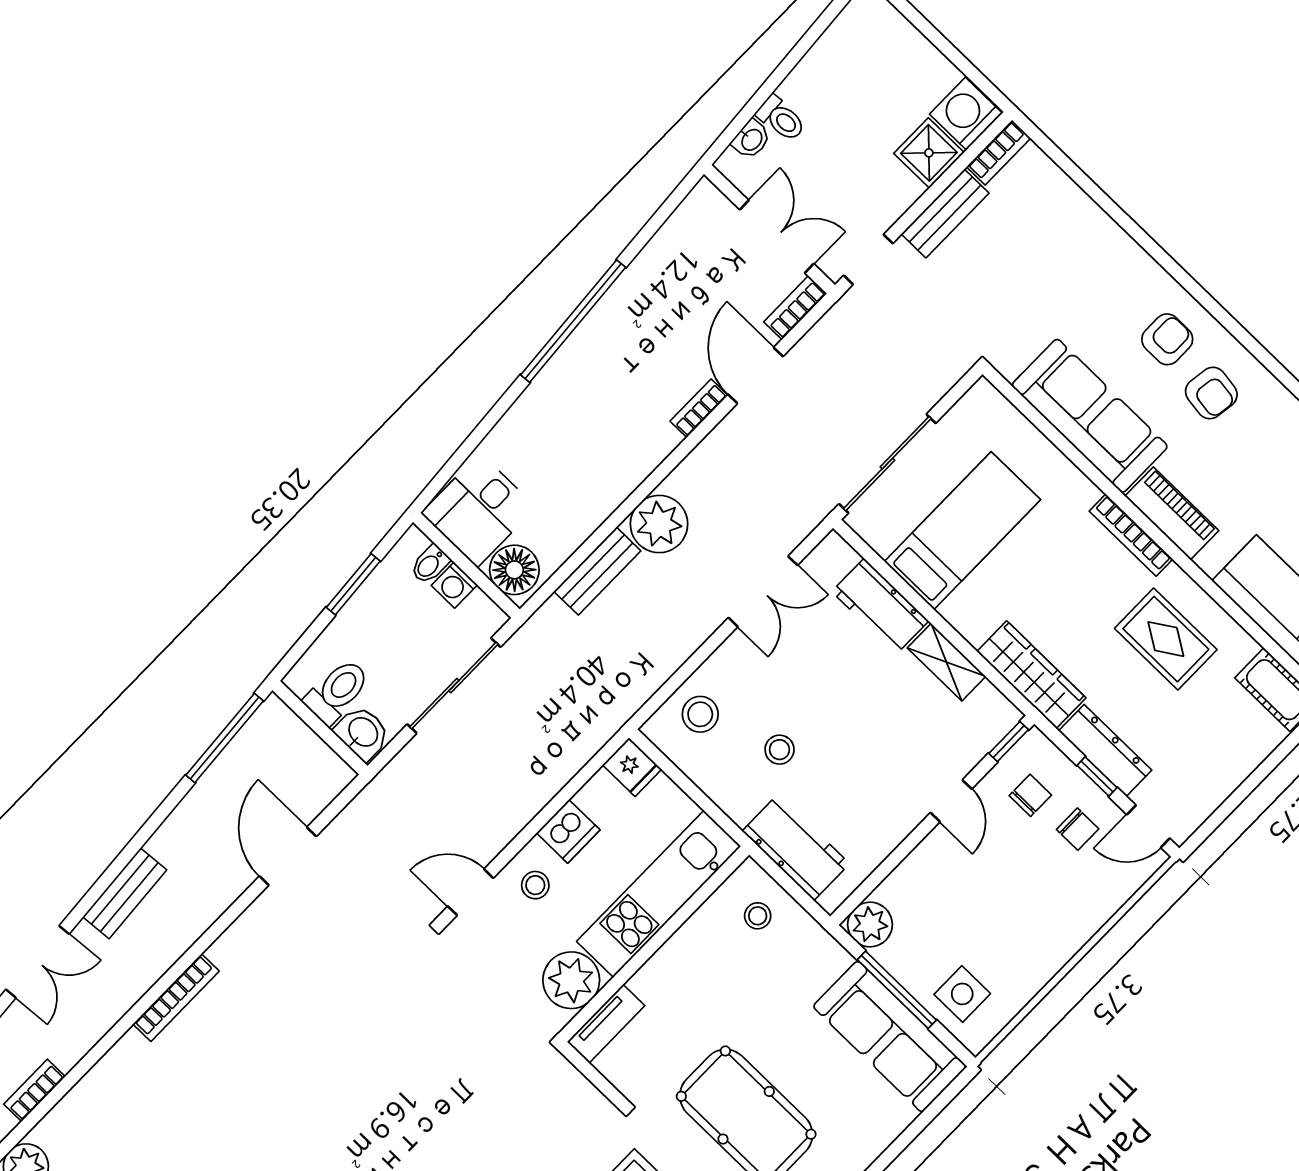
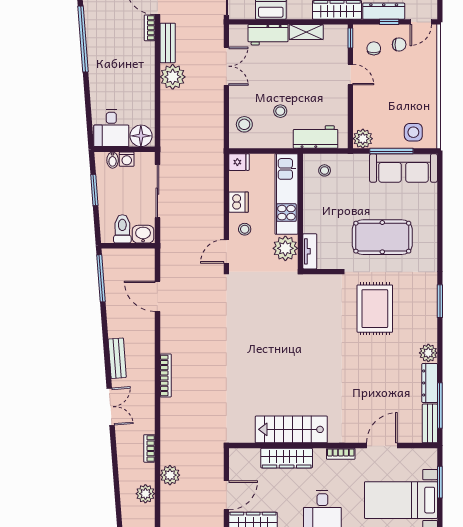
bench: (597, 571) -> (168, 43), moved

